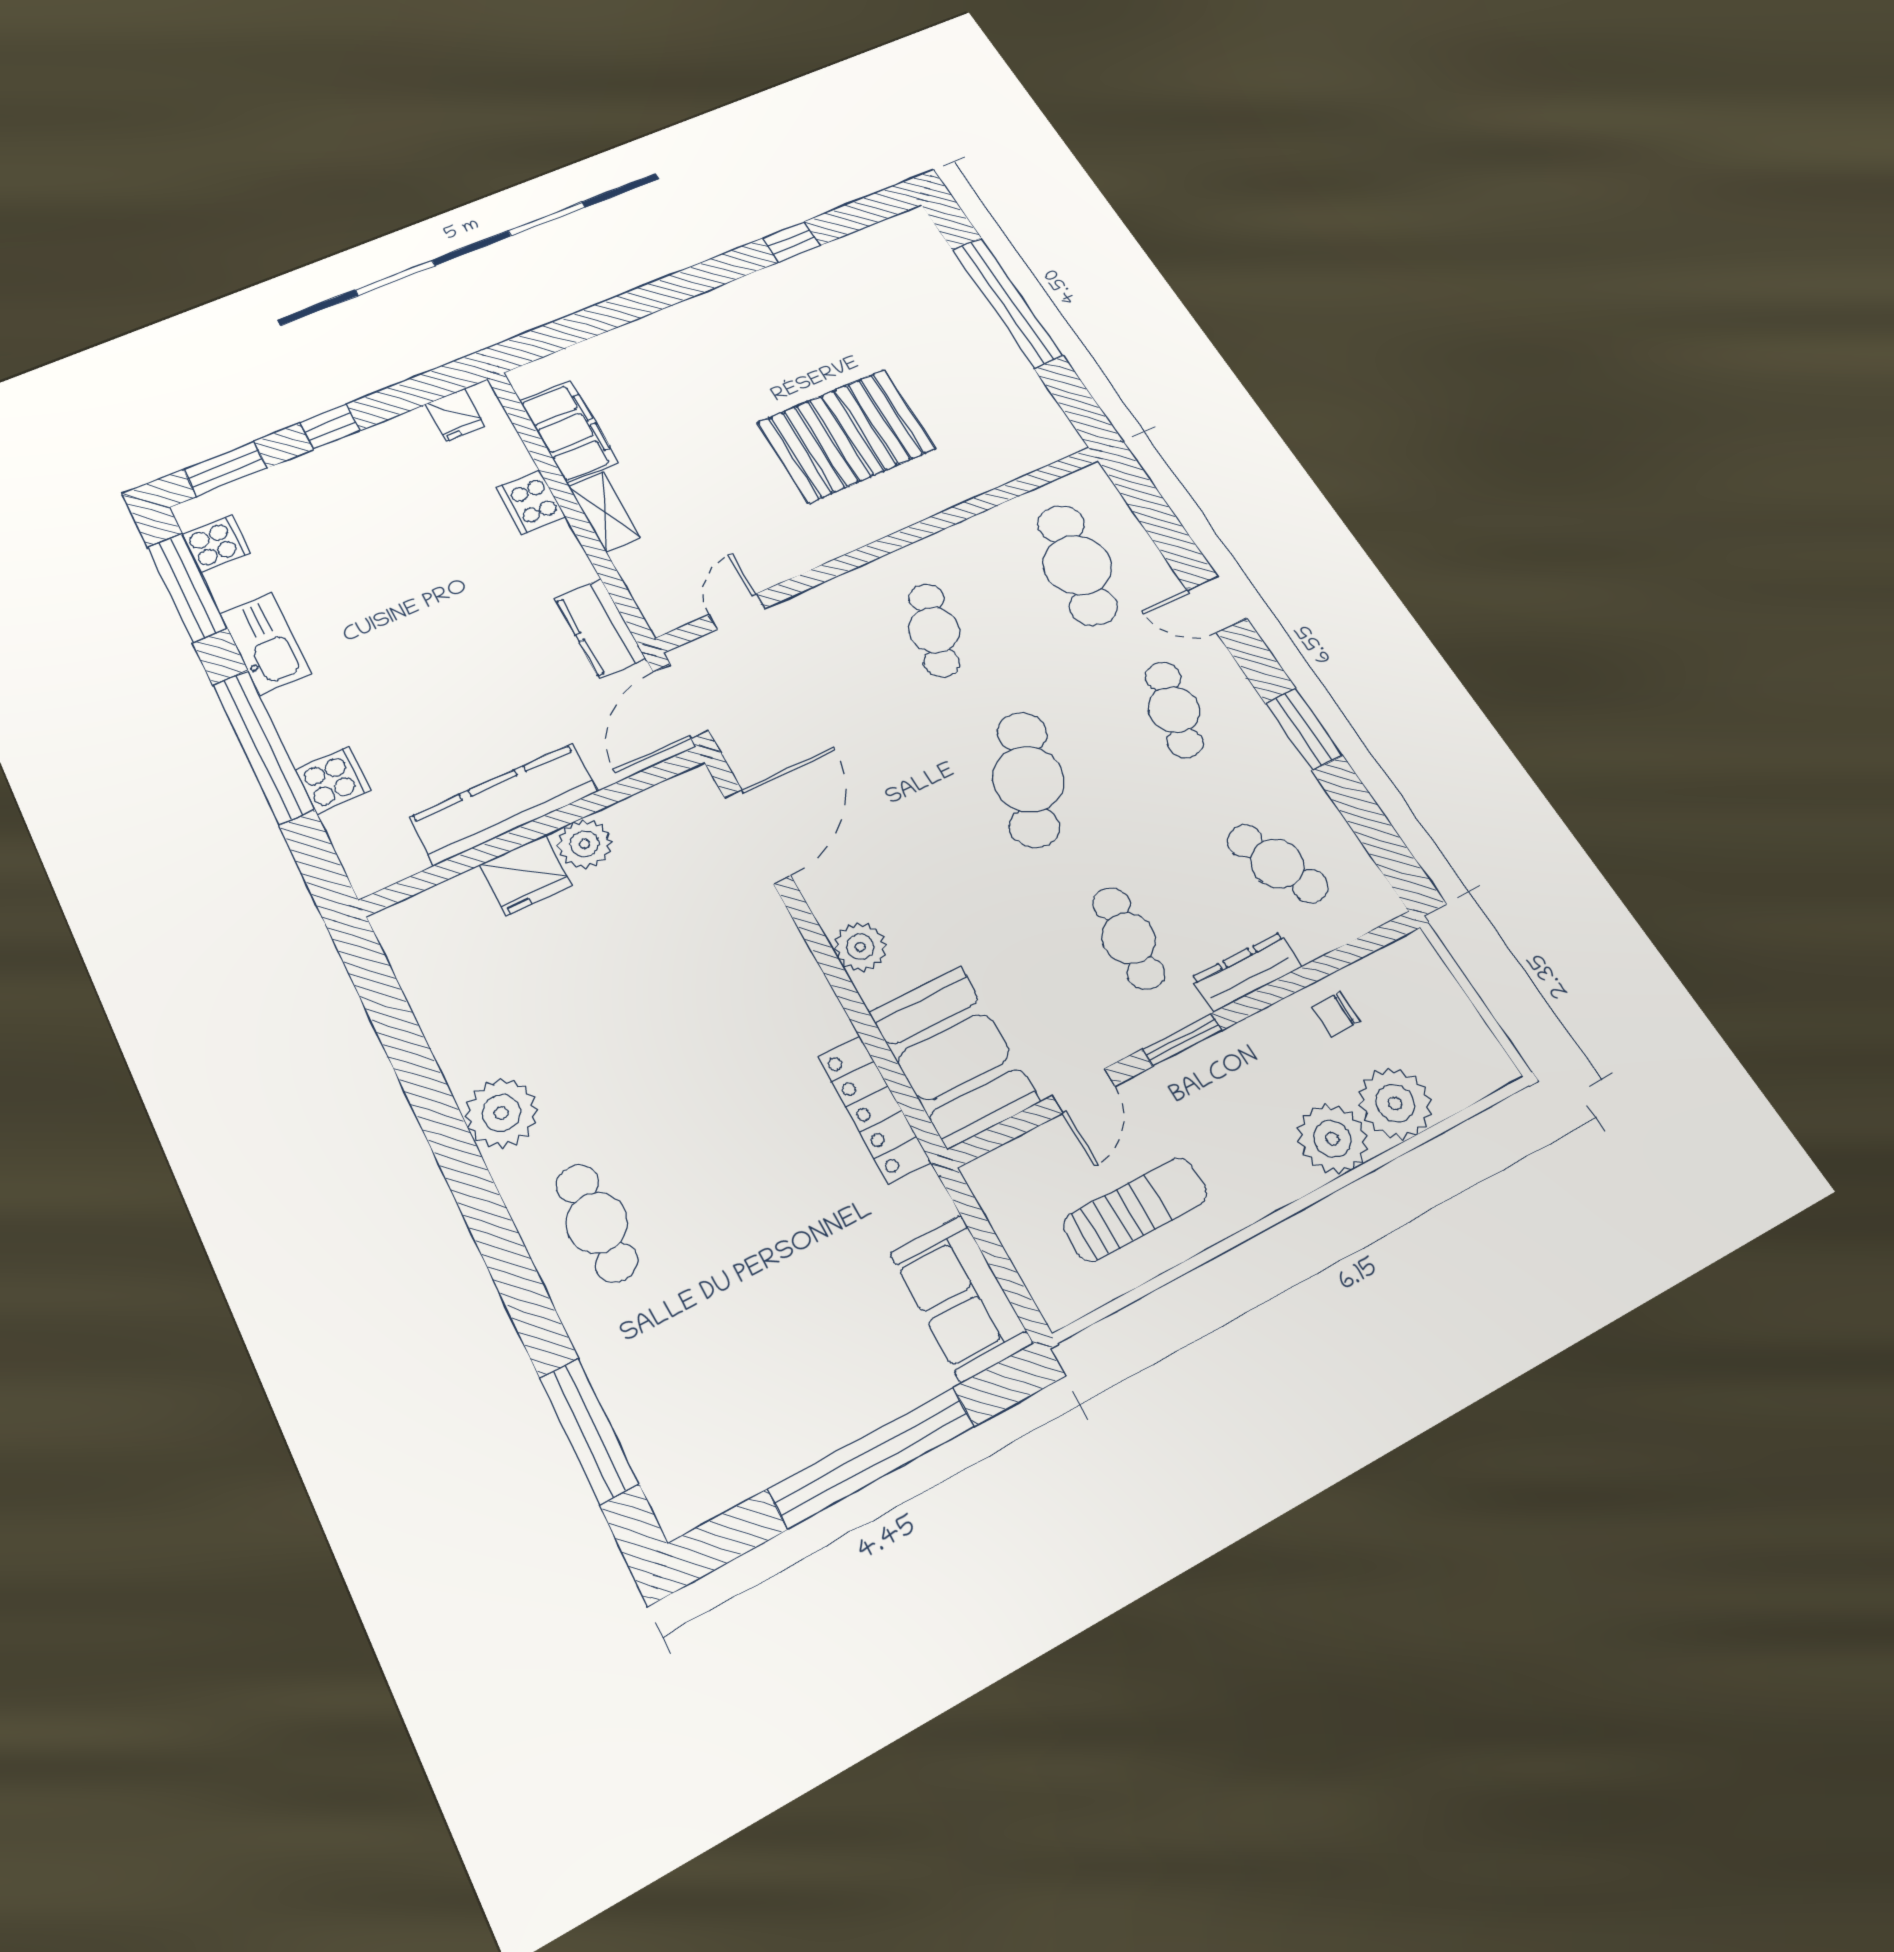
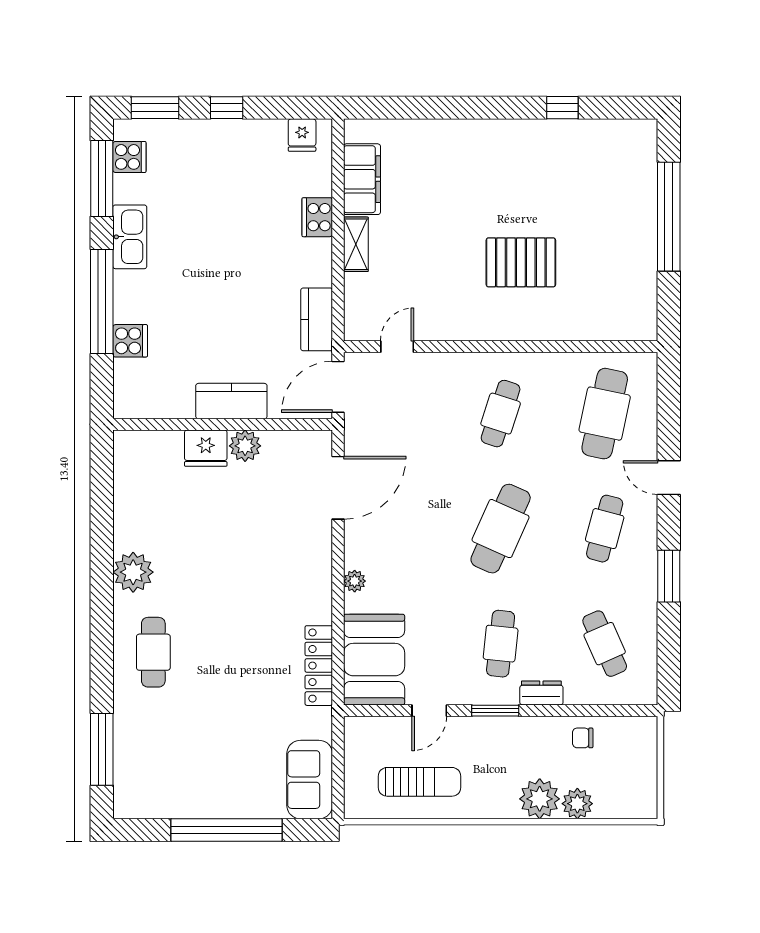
pallet: (846, 436) -> (521, 262), width x0.73, depth x0.71
kitchen counter: (504, 804) -> (231, 401), width x0.67
plant: (860, 947) -> (355, 581), width x0.73, depth x0.73
dresser: (1247, 972) -> (541, 693), width x0.70
plant: (1395, 1103) -> (577, 804), width x0.73, depth x0.73

